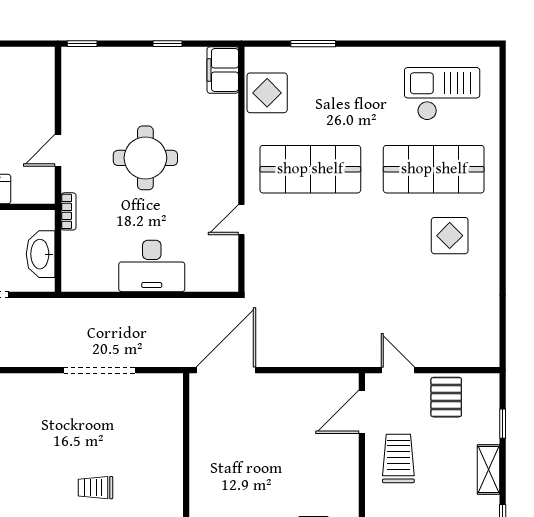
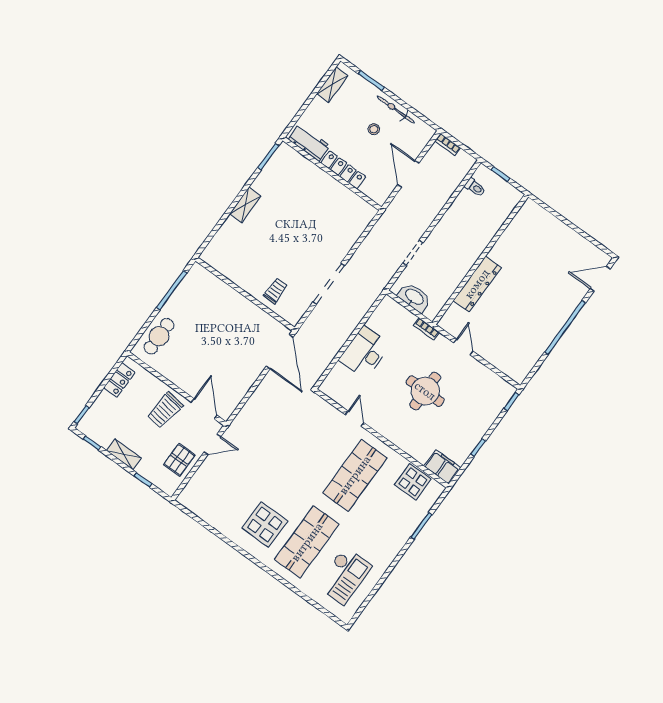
display table: (450, 236) -> (265, 525), width x1.36, depth x1.36
pallet: (446, 397) -> (179, 460), turned 90
trolley: (398, 458) -> (165, 410), turned 98
trolley: (95, 488) -> (275, 291), moved

